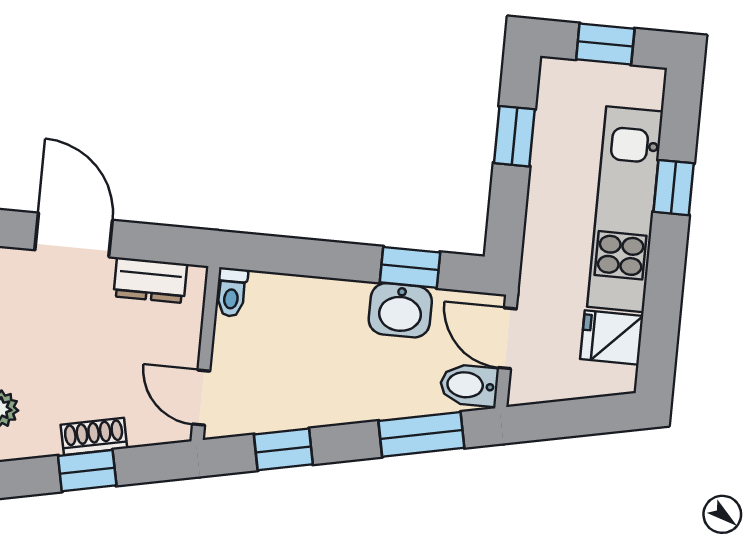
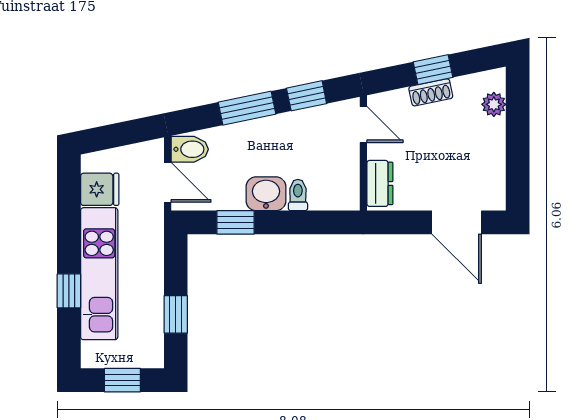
dresser: (150, 280) -> (380, 183), moved, turned 90
toilet: (232, 292) -> (298, 195), moved
washbasin: (400, 310) -> (266, 194), moved
window: (421, 434) -> (247, 108), moved

